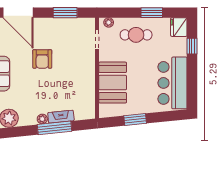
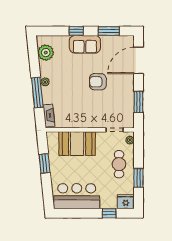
fireplace: (61, 117) -> (49, 116), moved

